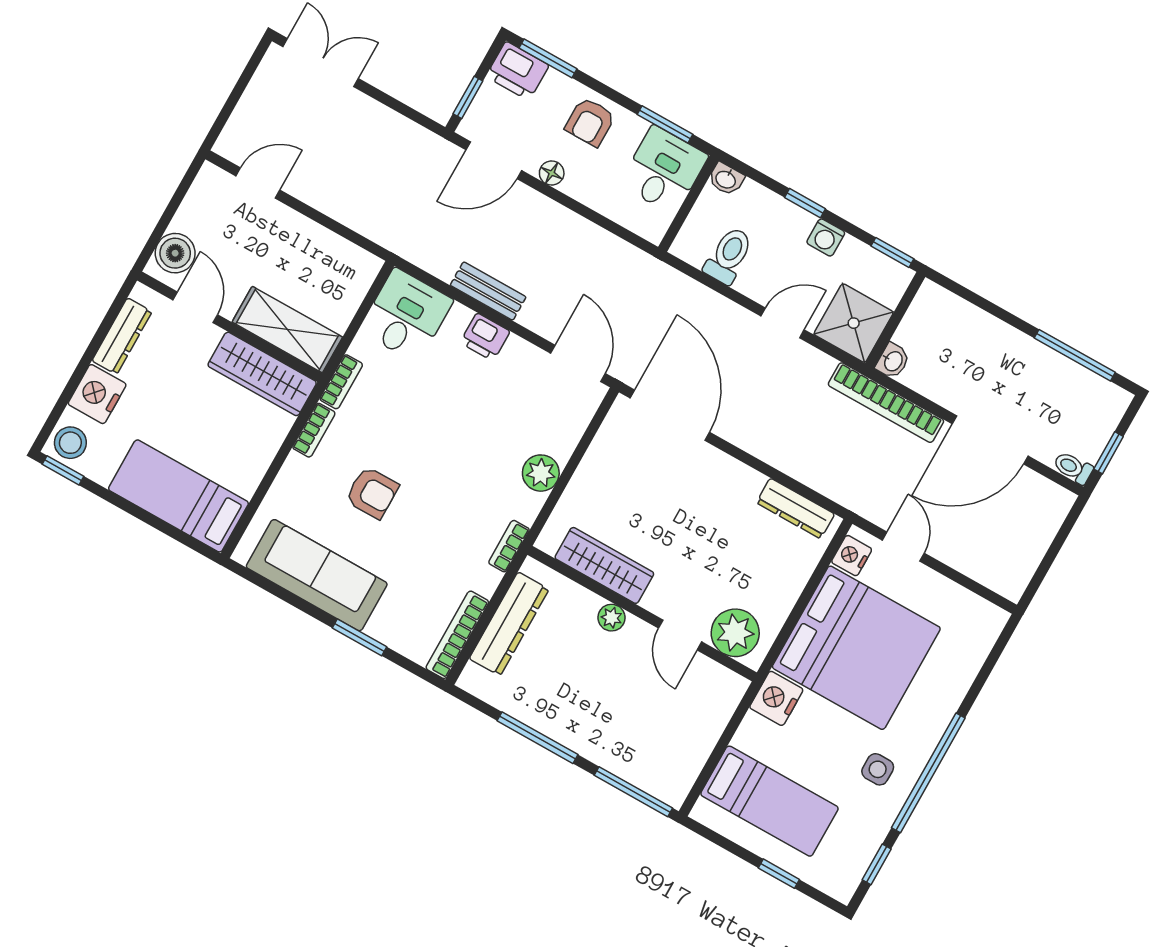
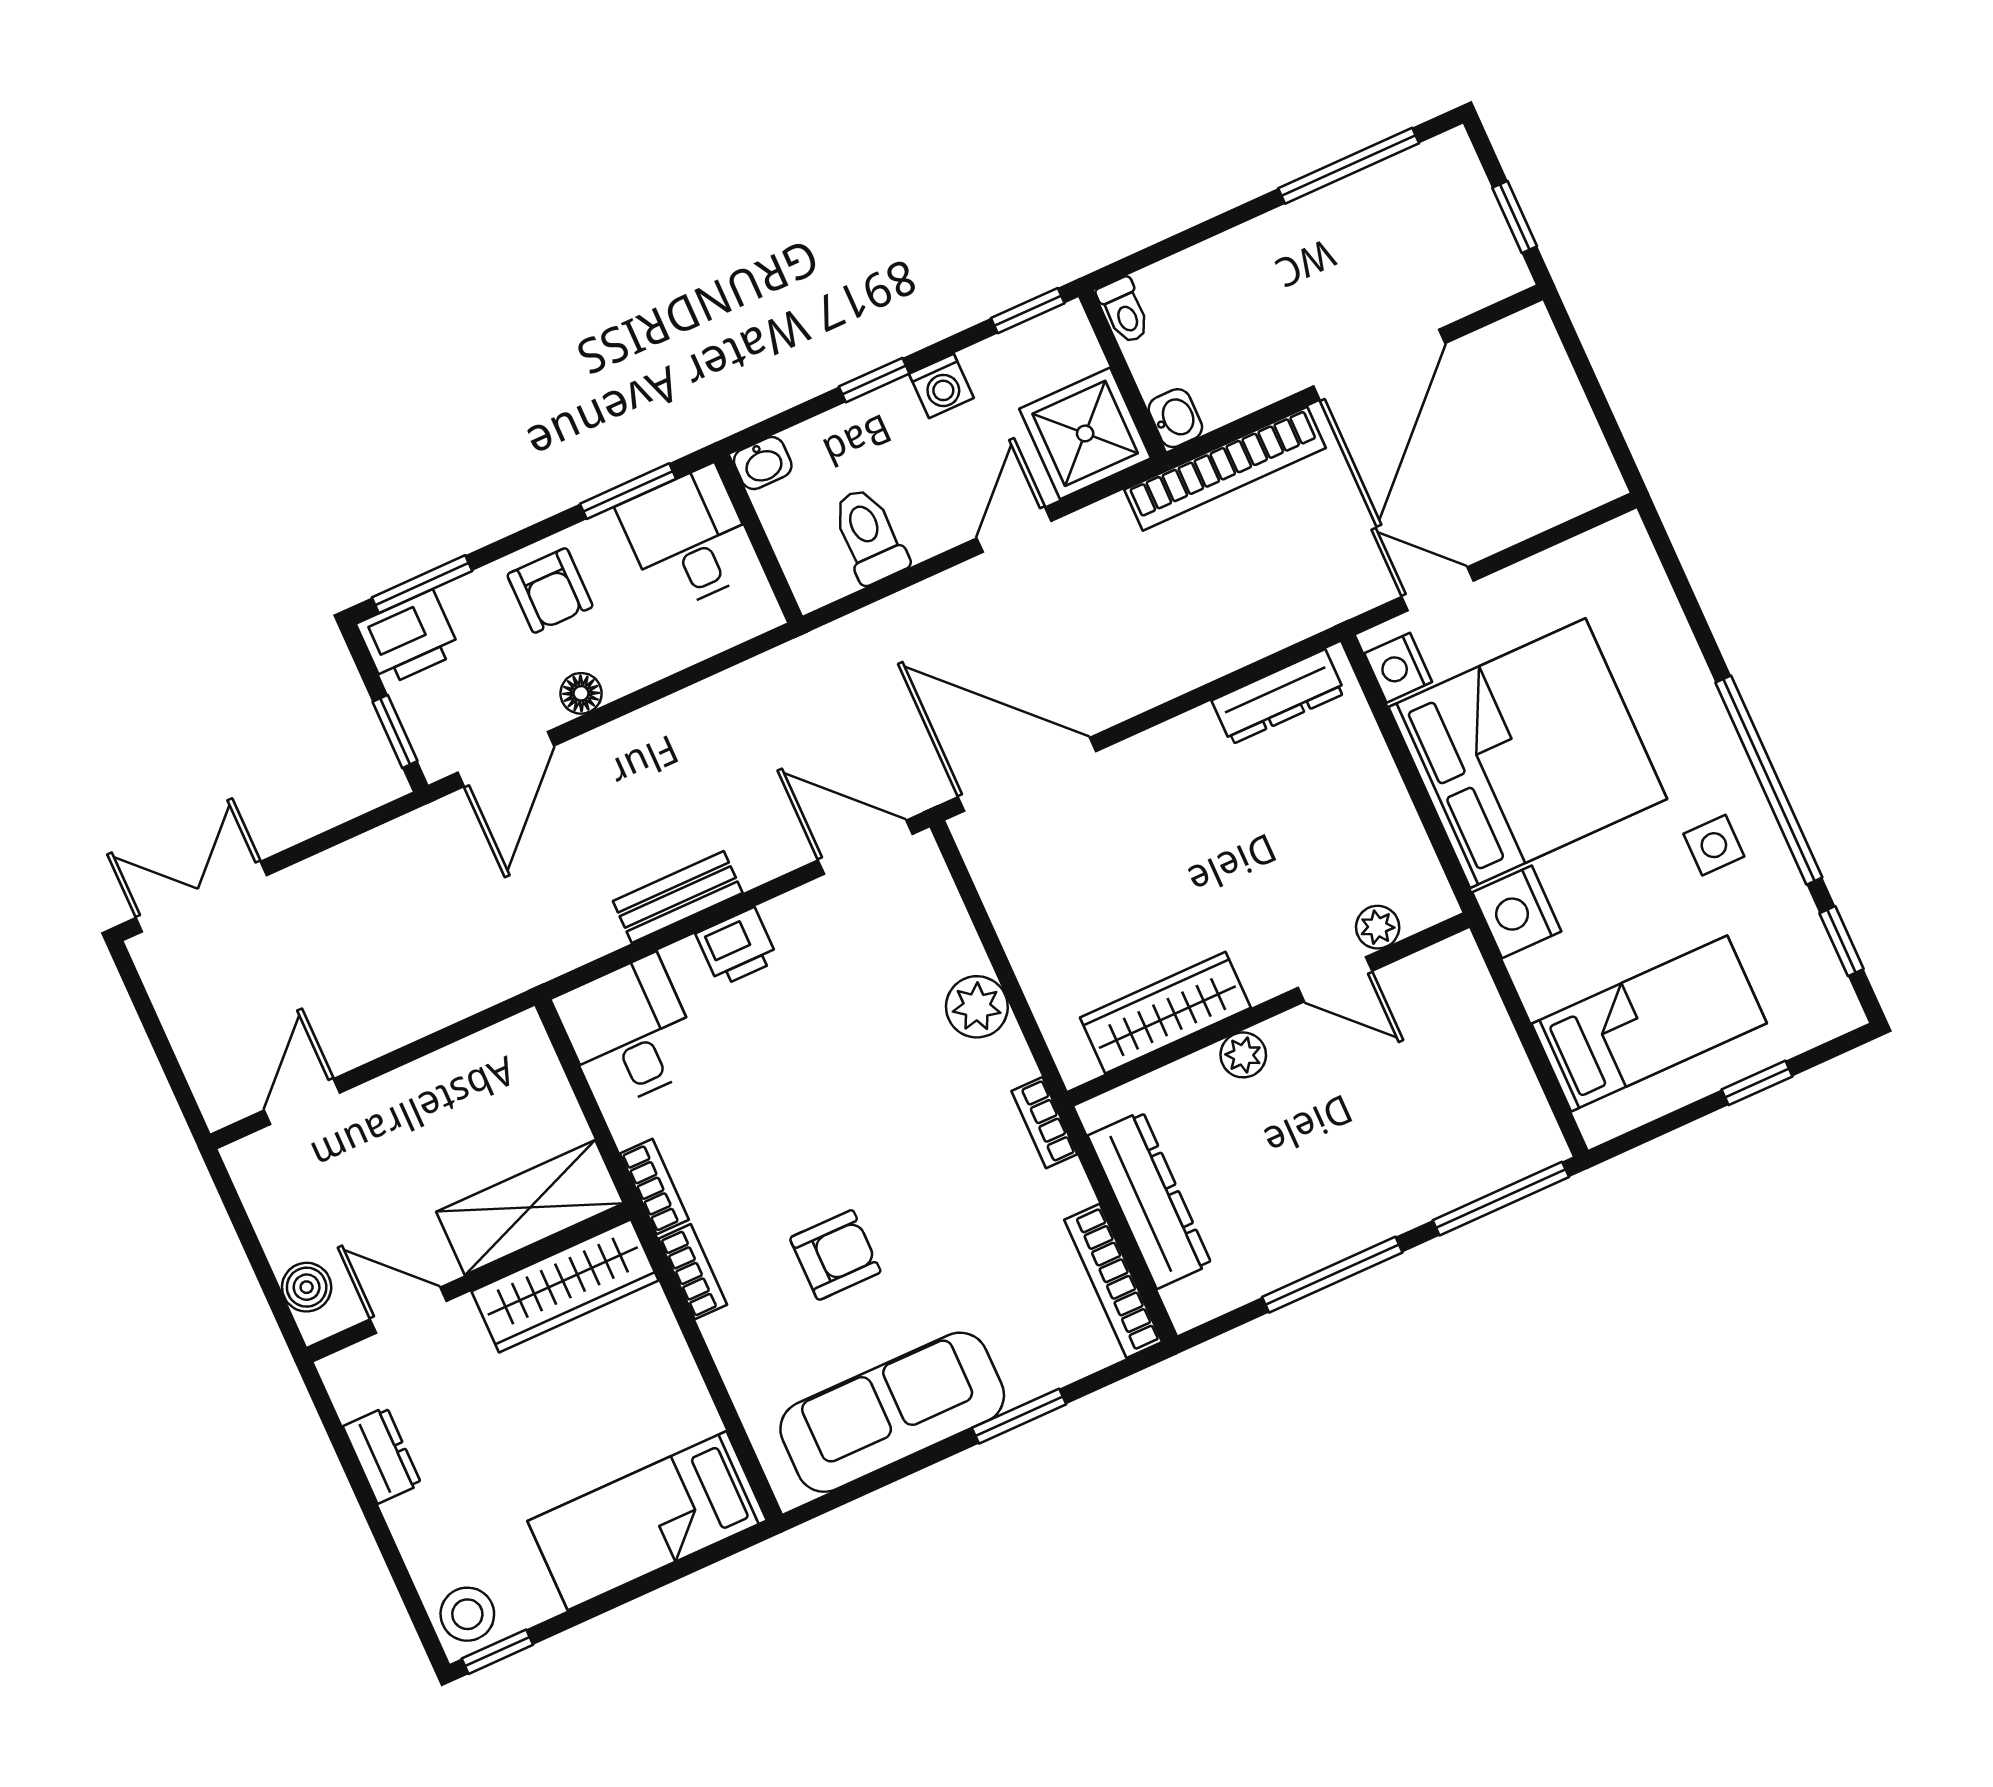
boiler: (175, 253) -> (307, 1287), width x0.73, depth x0.73
dresser: (122, 336) -> (382, 1455), width x0.70
nightstand: (97, 394) -> (428, 1530), removed
toilet: (1073, 468) -> (1124, 311), moved, turned -90
plant: (735, 633) -> (1378, 927), width x0.53, depth x0.53

